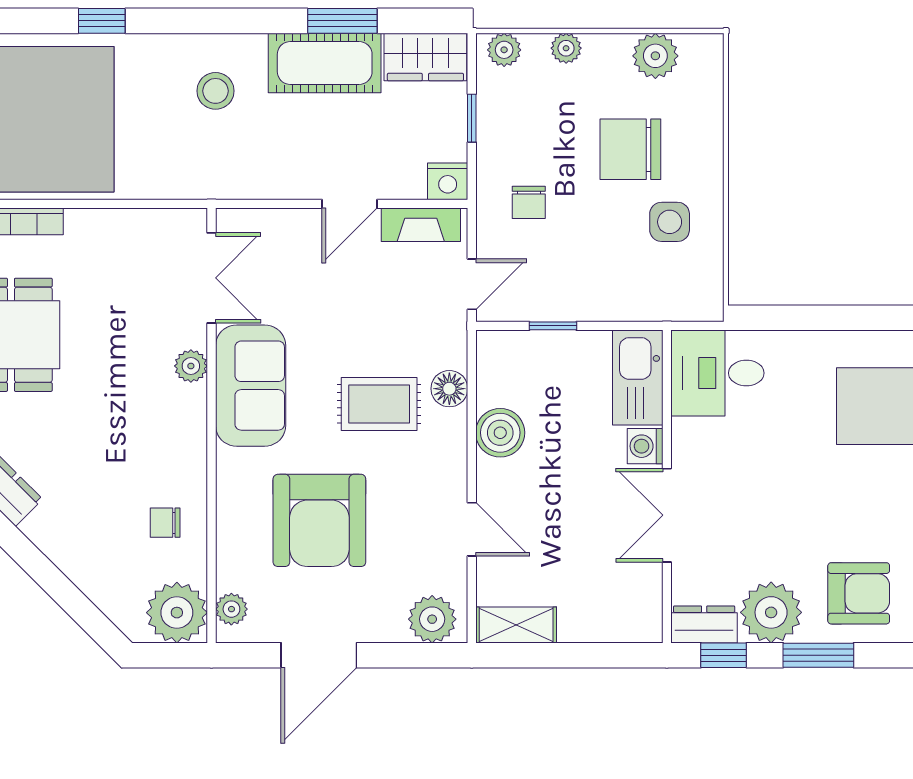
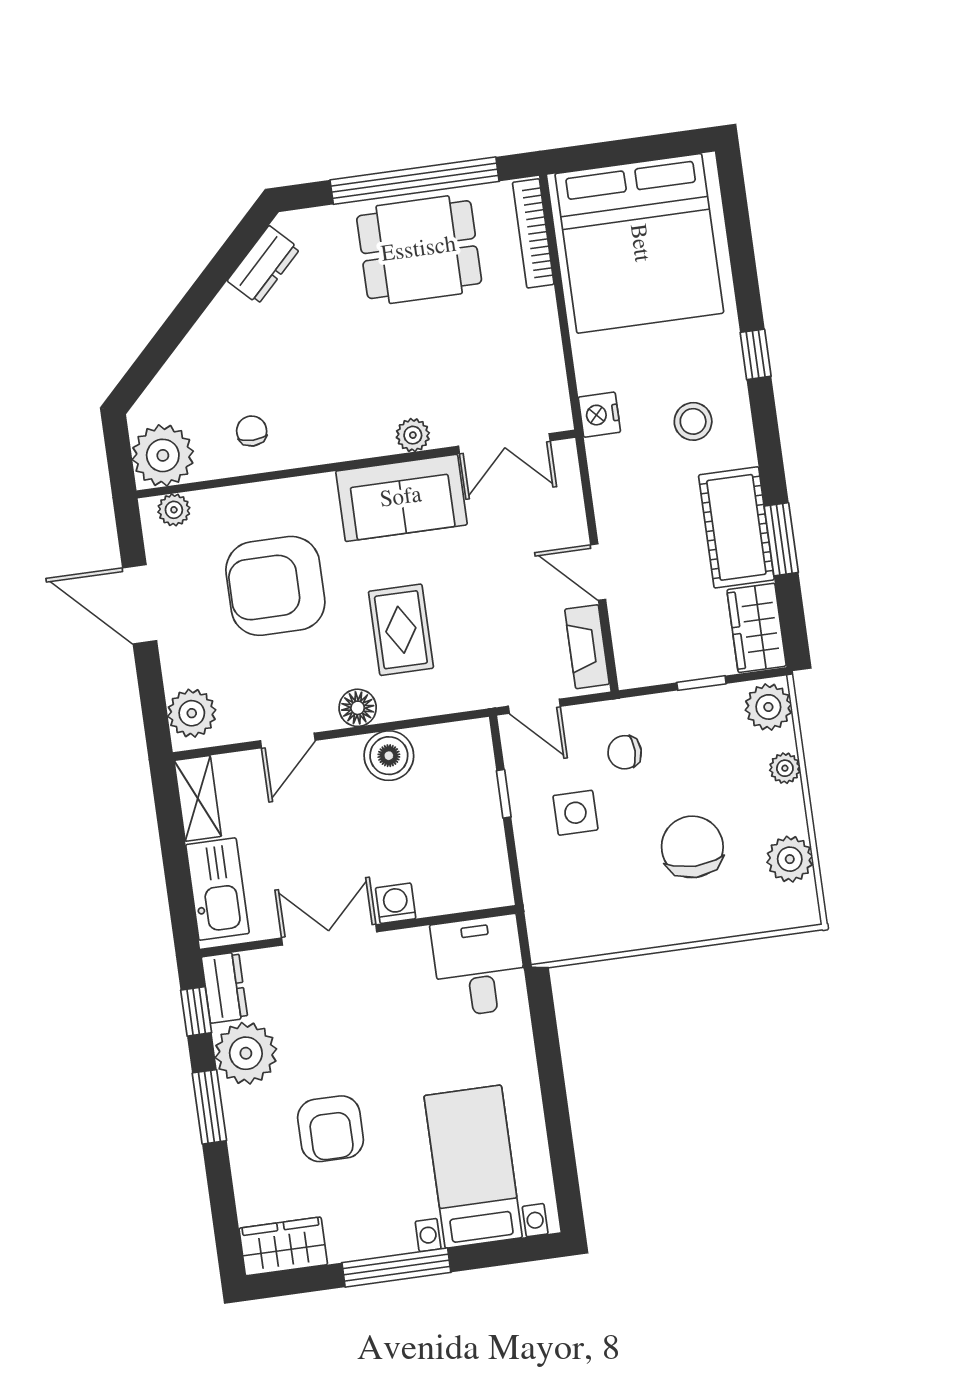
window: (102, 21) -> (756, 354), moved
plant: (504, 50) -> (768, 707), width x1.38, depth x1.38
nightstand: (448, 181) -> (599, 415), moved
side table: (670, 222) -> (575, 813), moved
kitchen sink: (638, 378) -> (217, 889), moved, turned 90
floor lamp: (449, 389) -> (358, 708), moved
armchair: (859, 593) -> (331, 1129), moved

